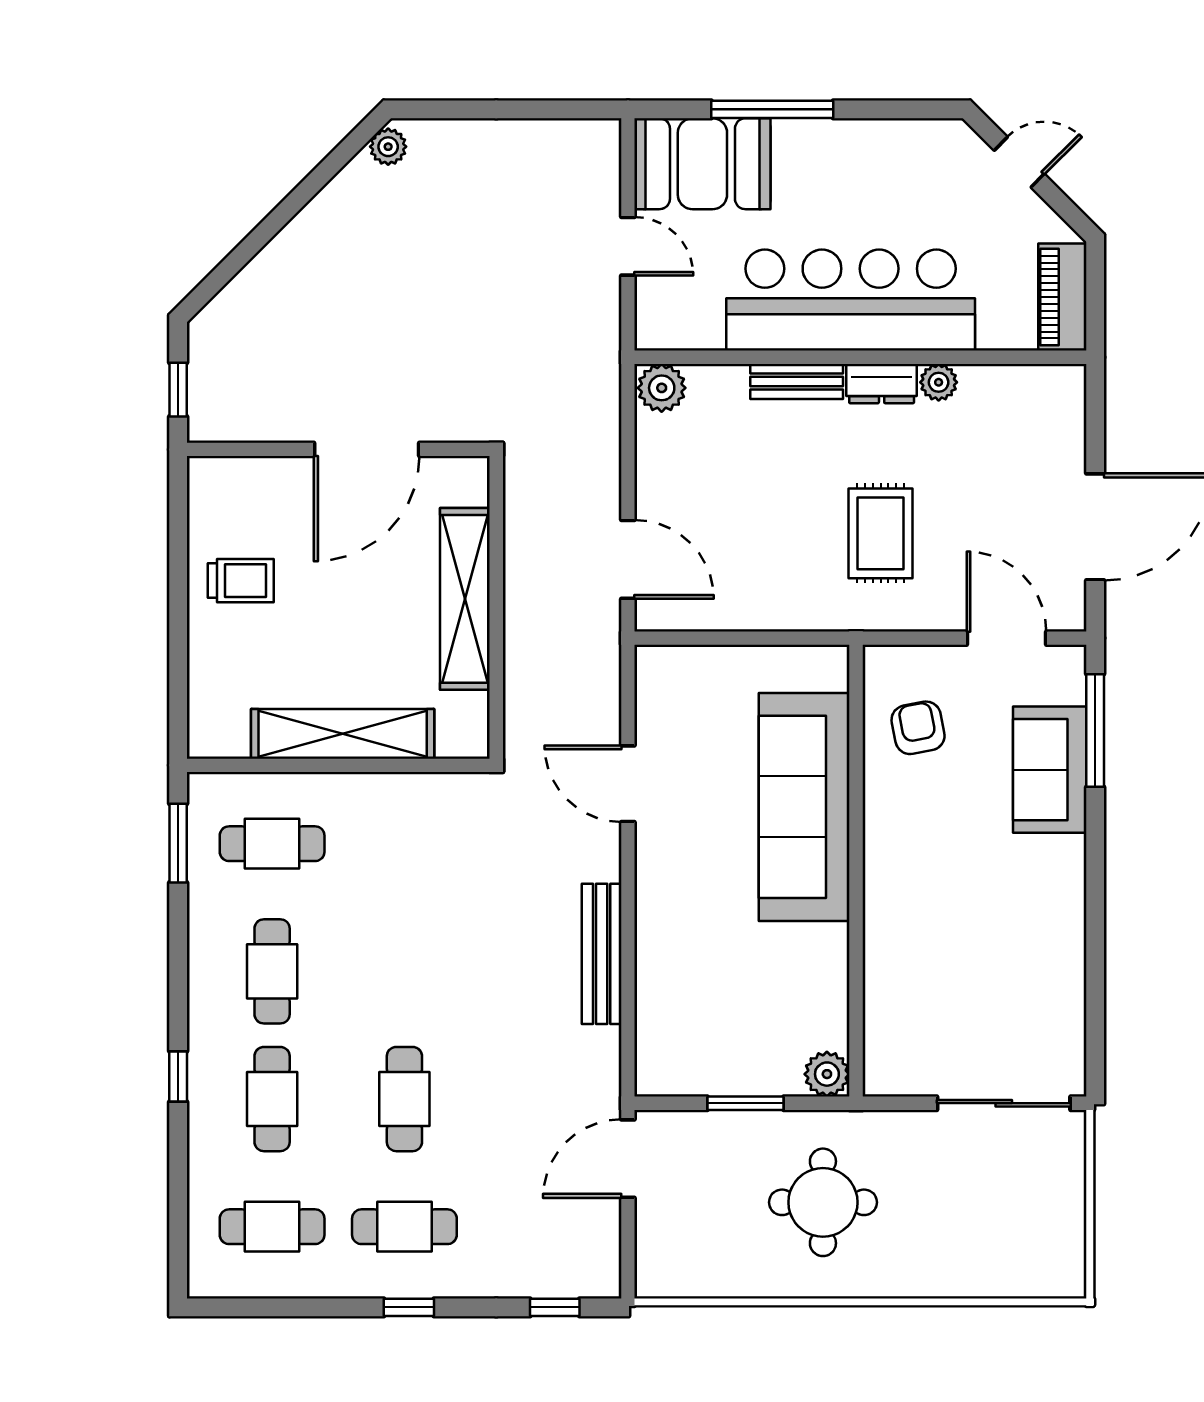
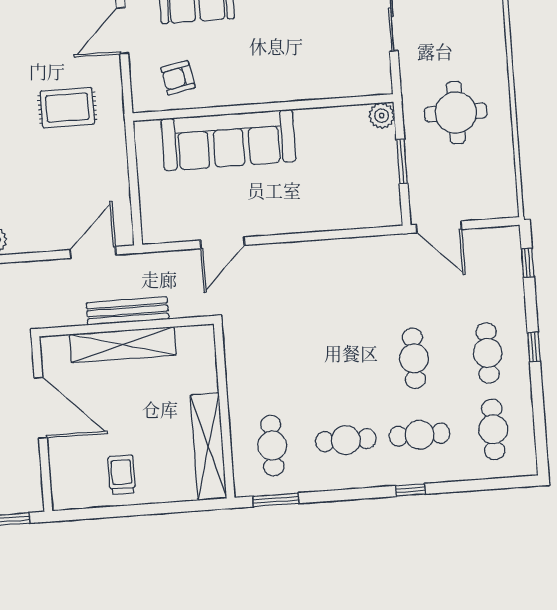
shelving: (343, 734) -> (209, 447), moved
bench: (602, 954) -> (127, 311), moved
cafe table: (404, 1099) -> (414, 358), turned 90

